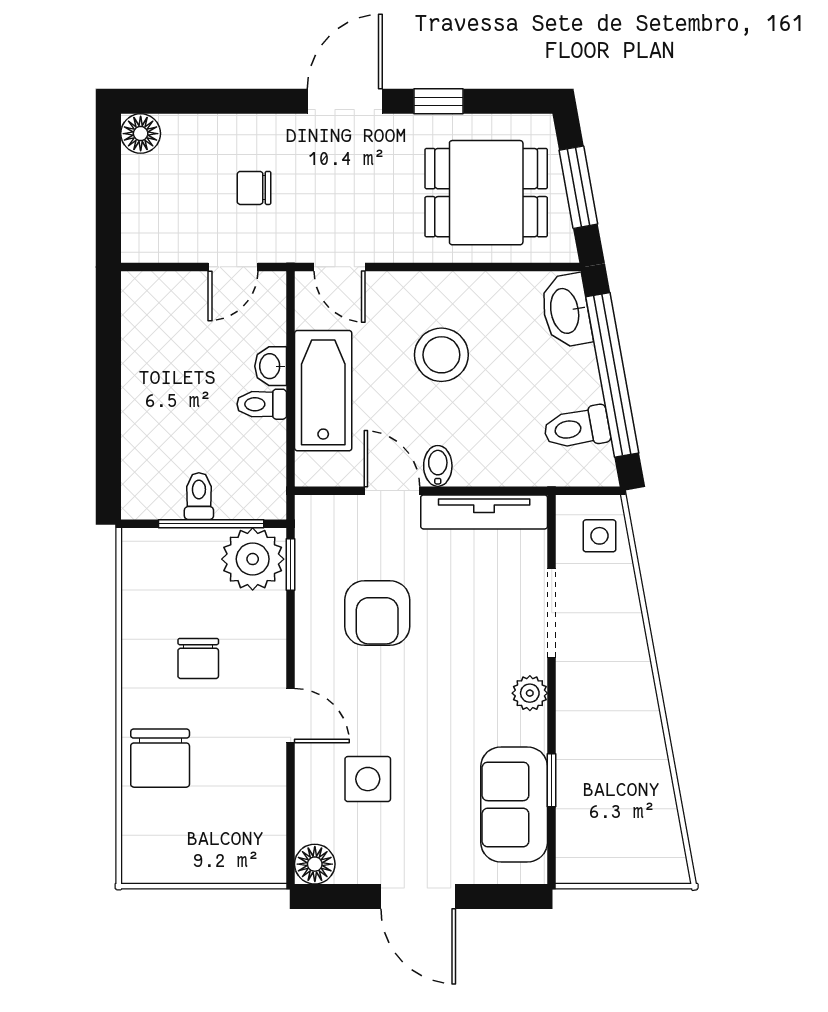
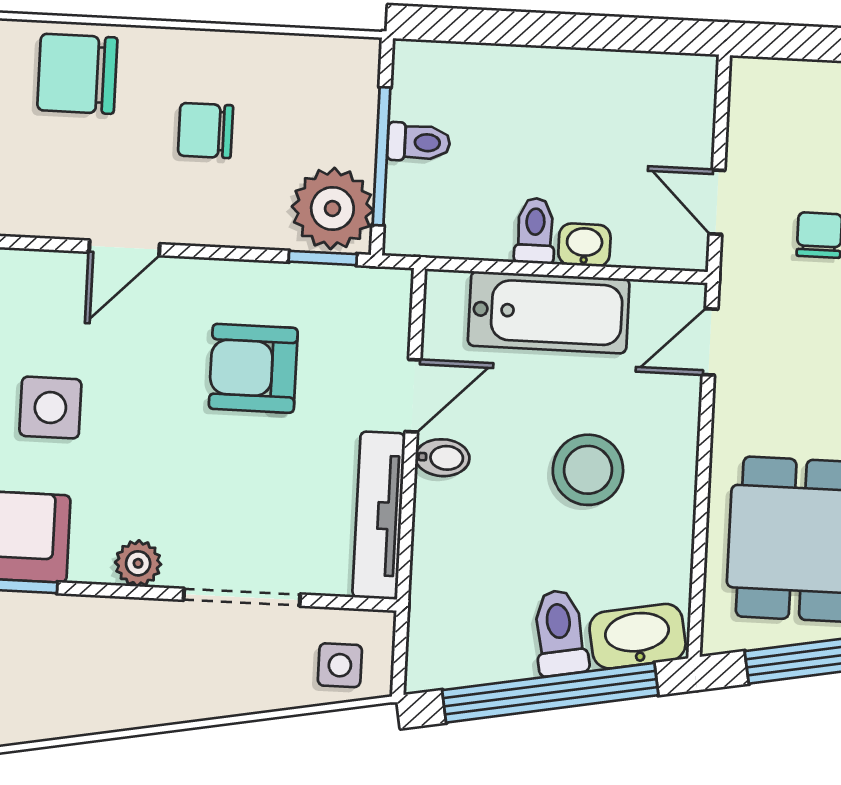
toilet: (577, 428) -> (560, 633), moved
side table: (368, 779) -> (50, 408), moved

